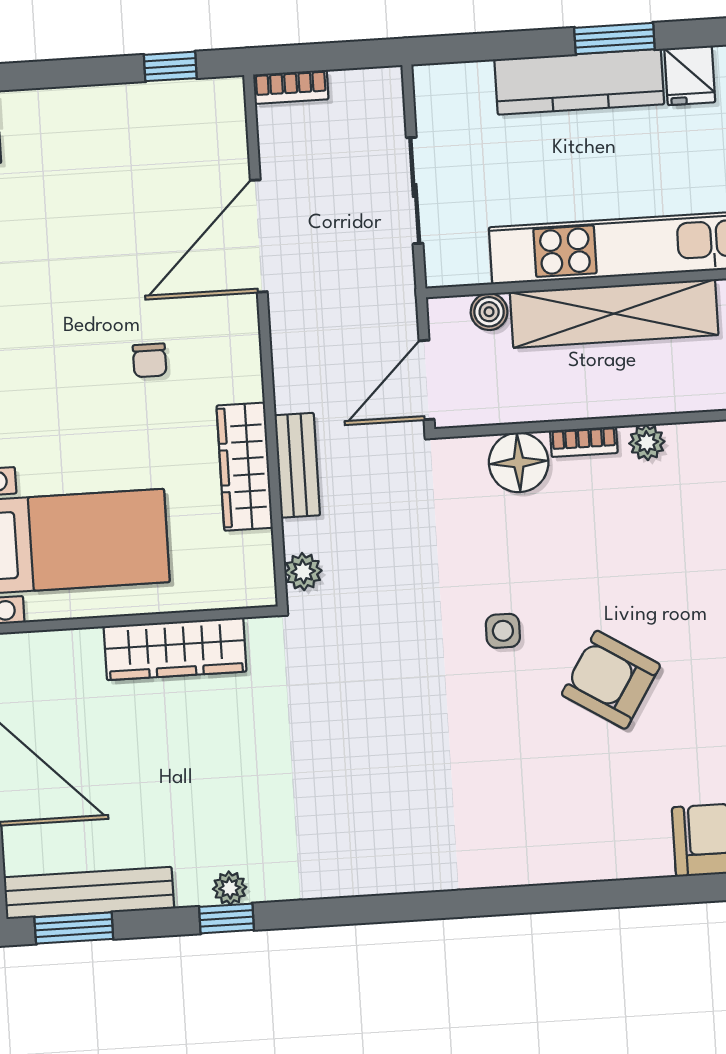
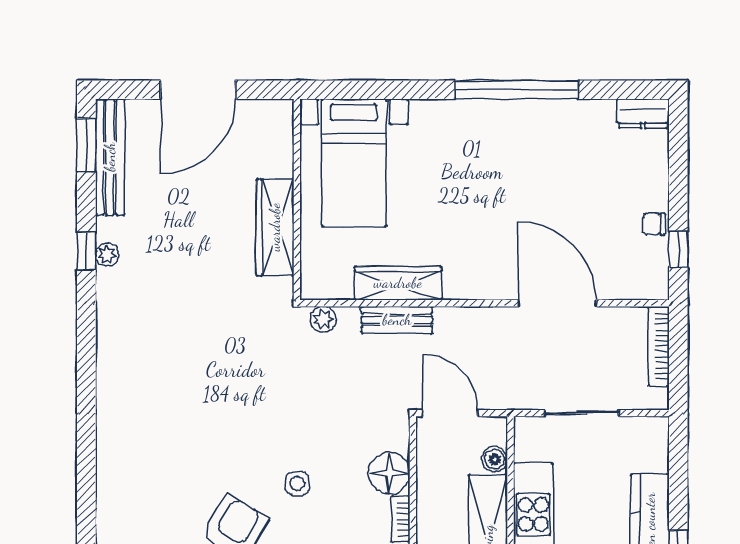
bookcase: (291, 87) -> (659, 346), width x1.56
chair: (150, 360) -> (654, 224), moved
side table: (503, 631) -> (297, 484), moved

